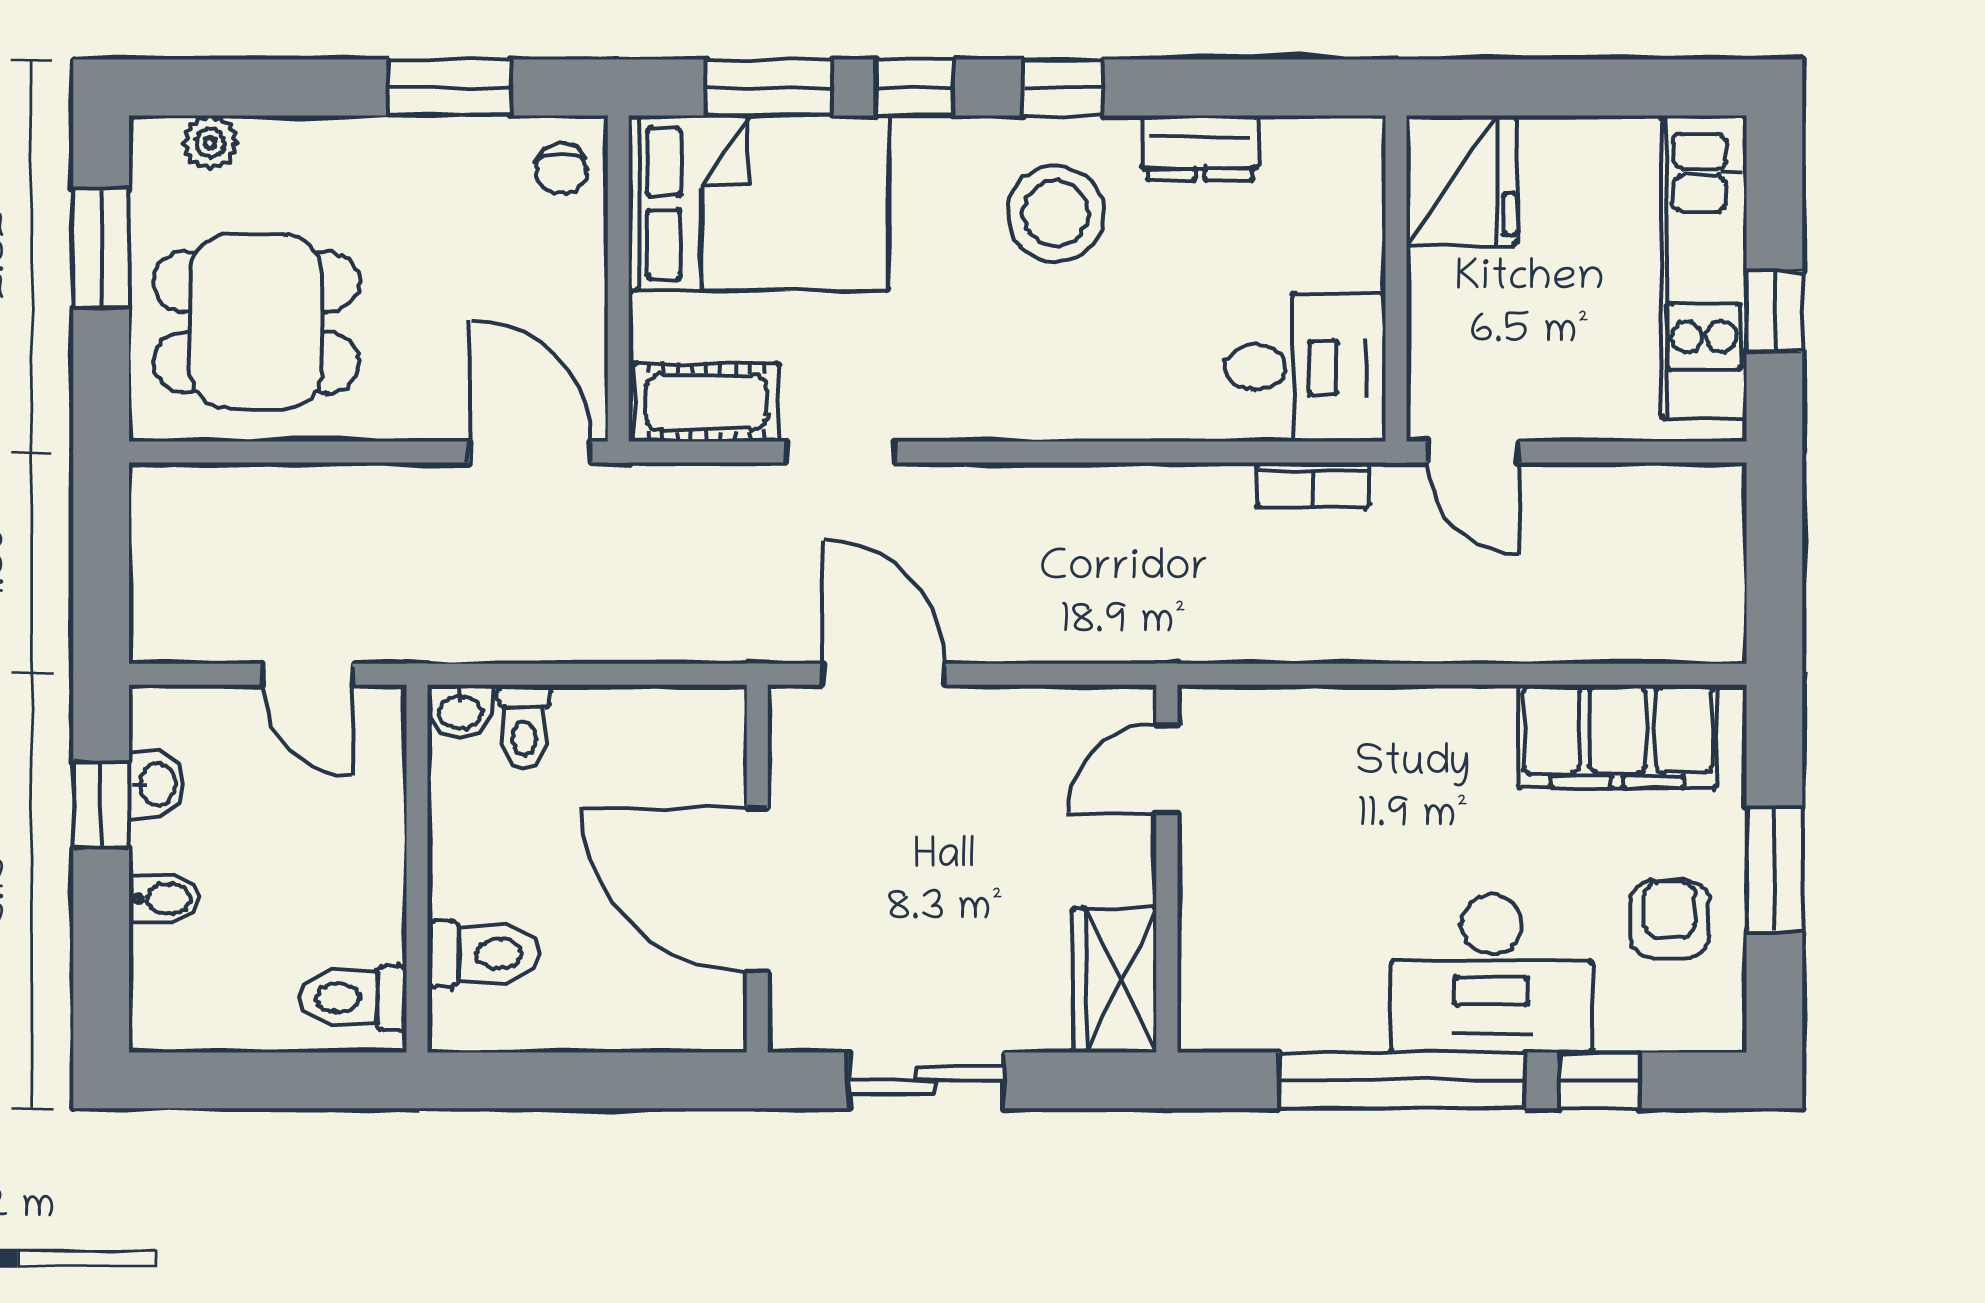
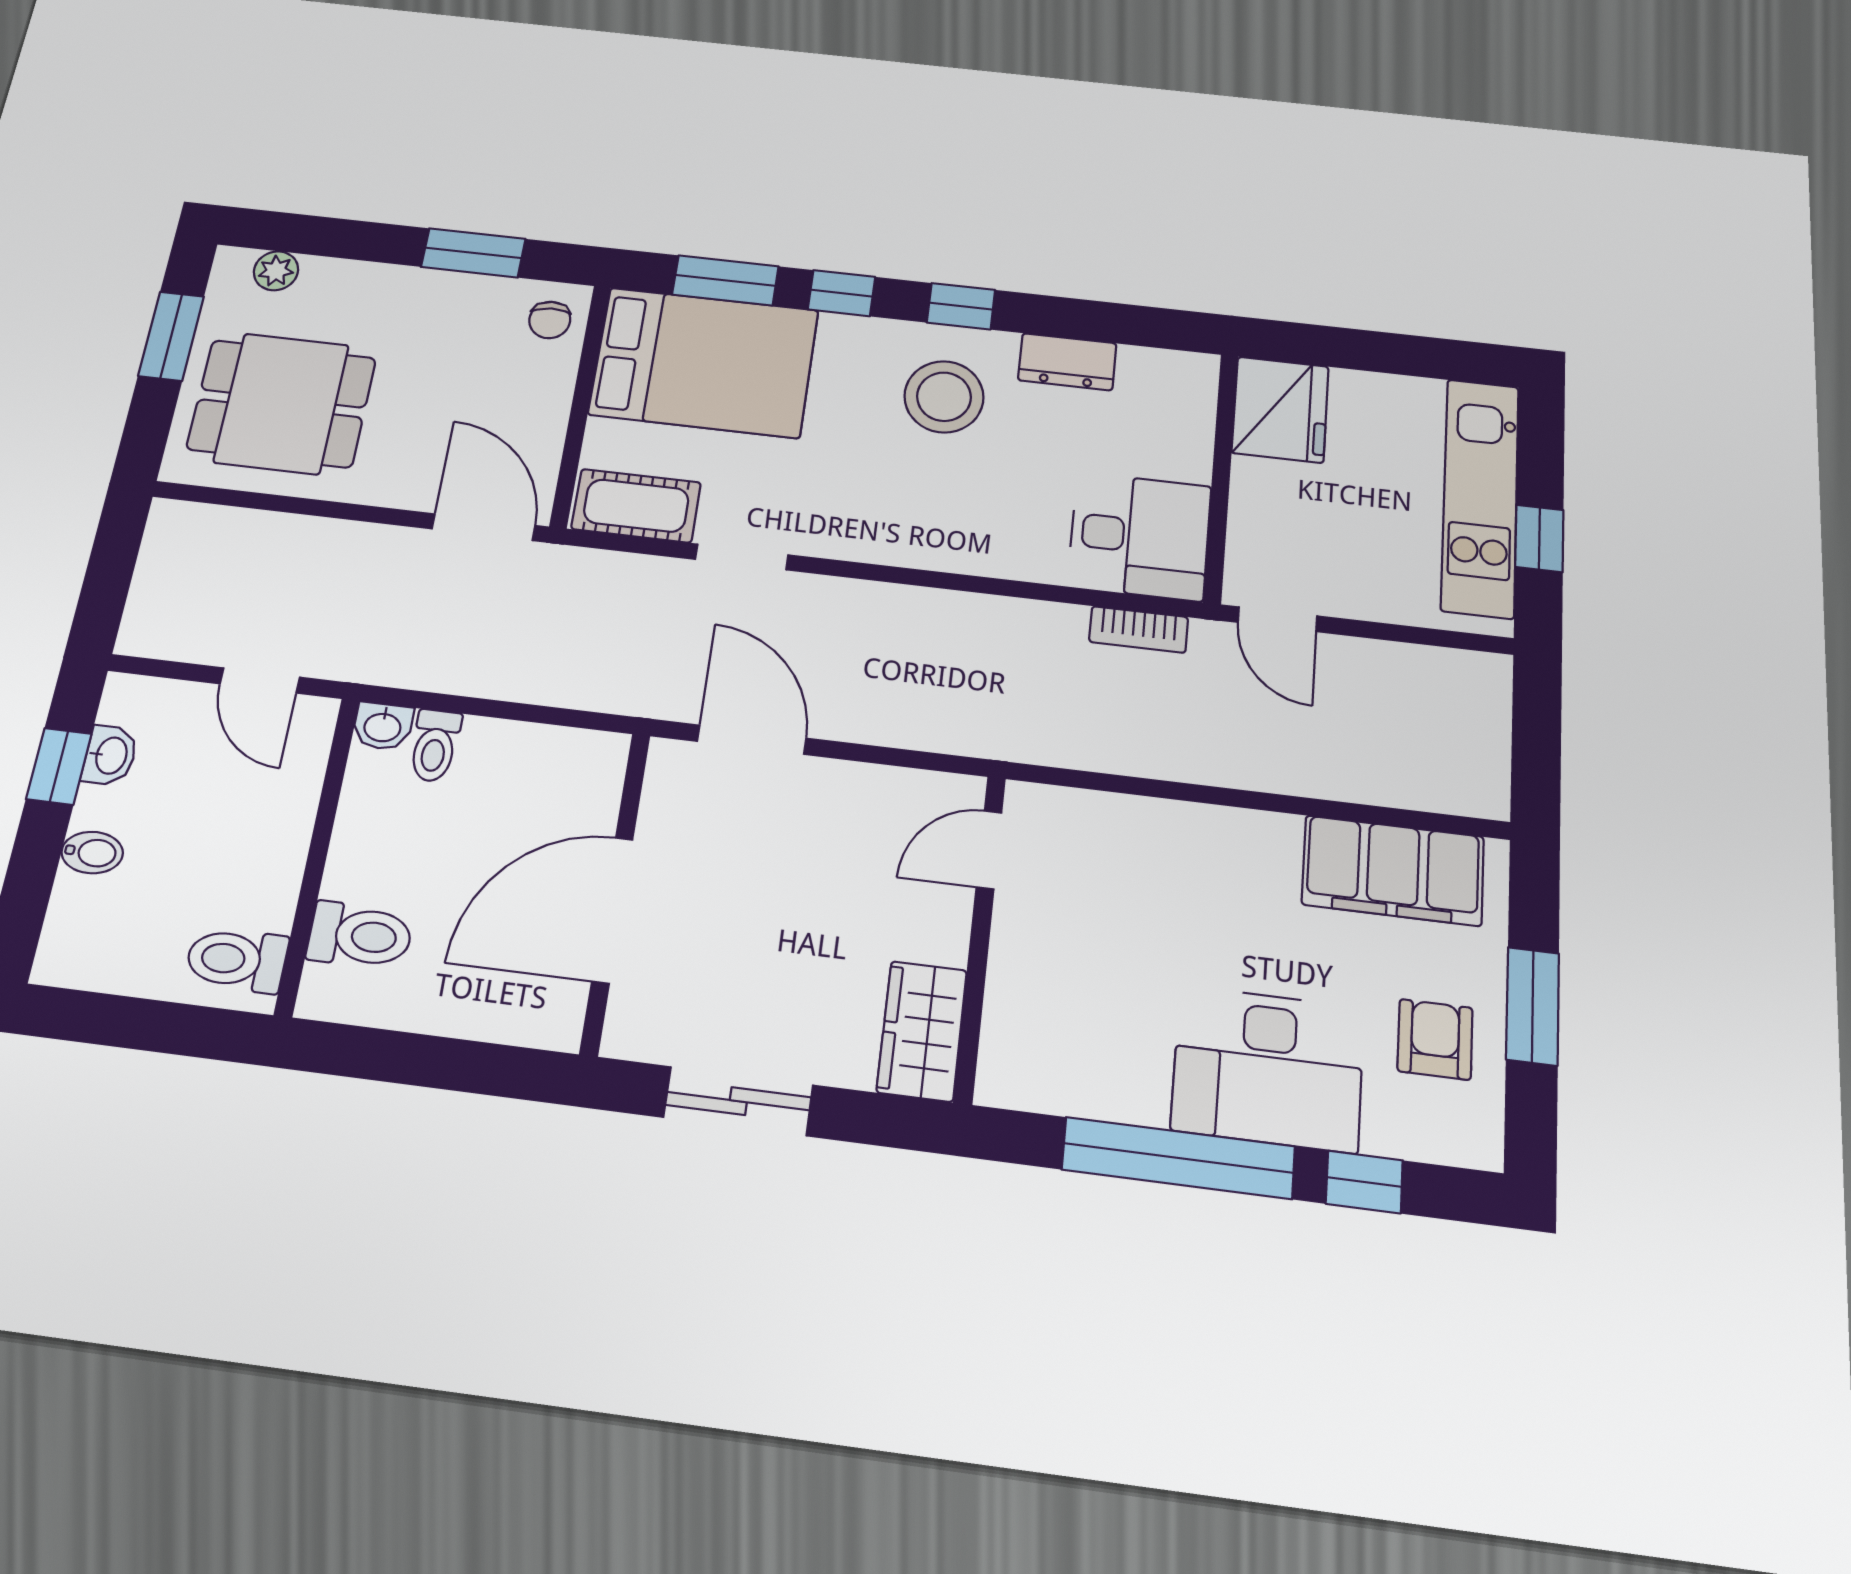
door: (757, 890) -> (612, 910), hinge flipped

